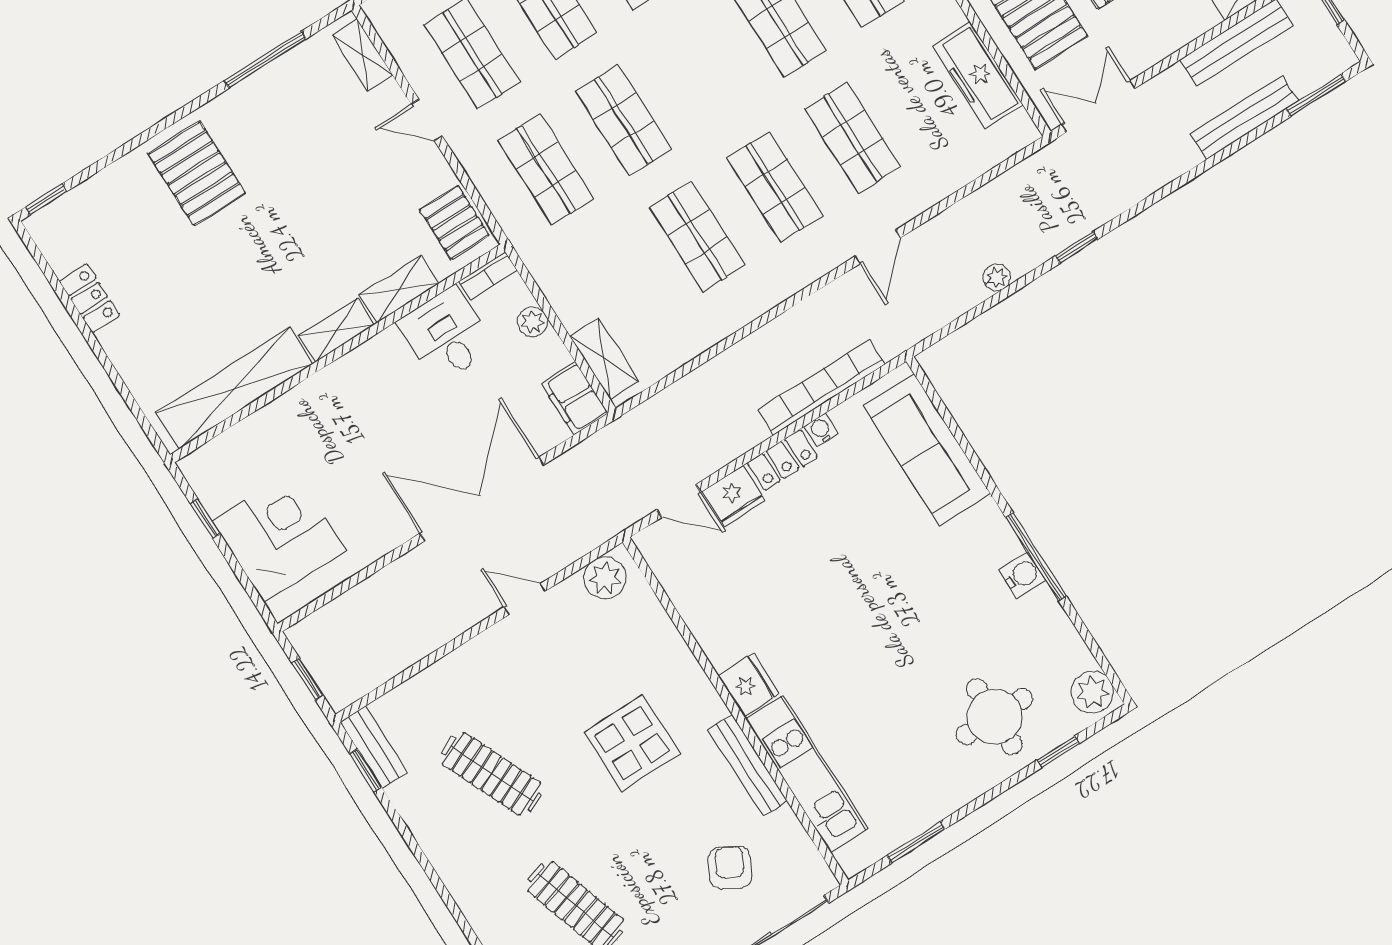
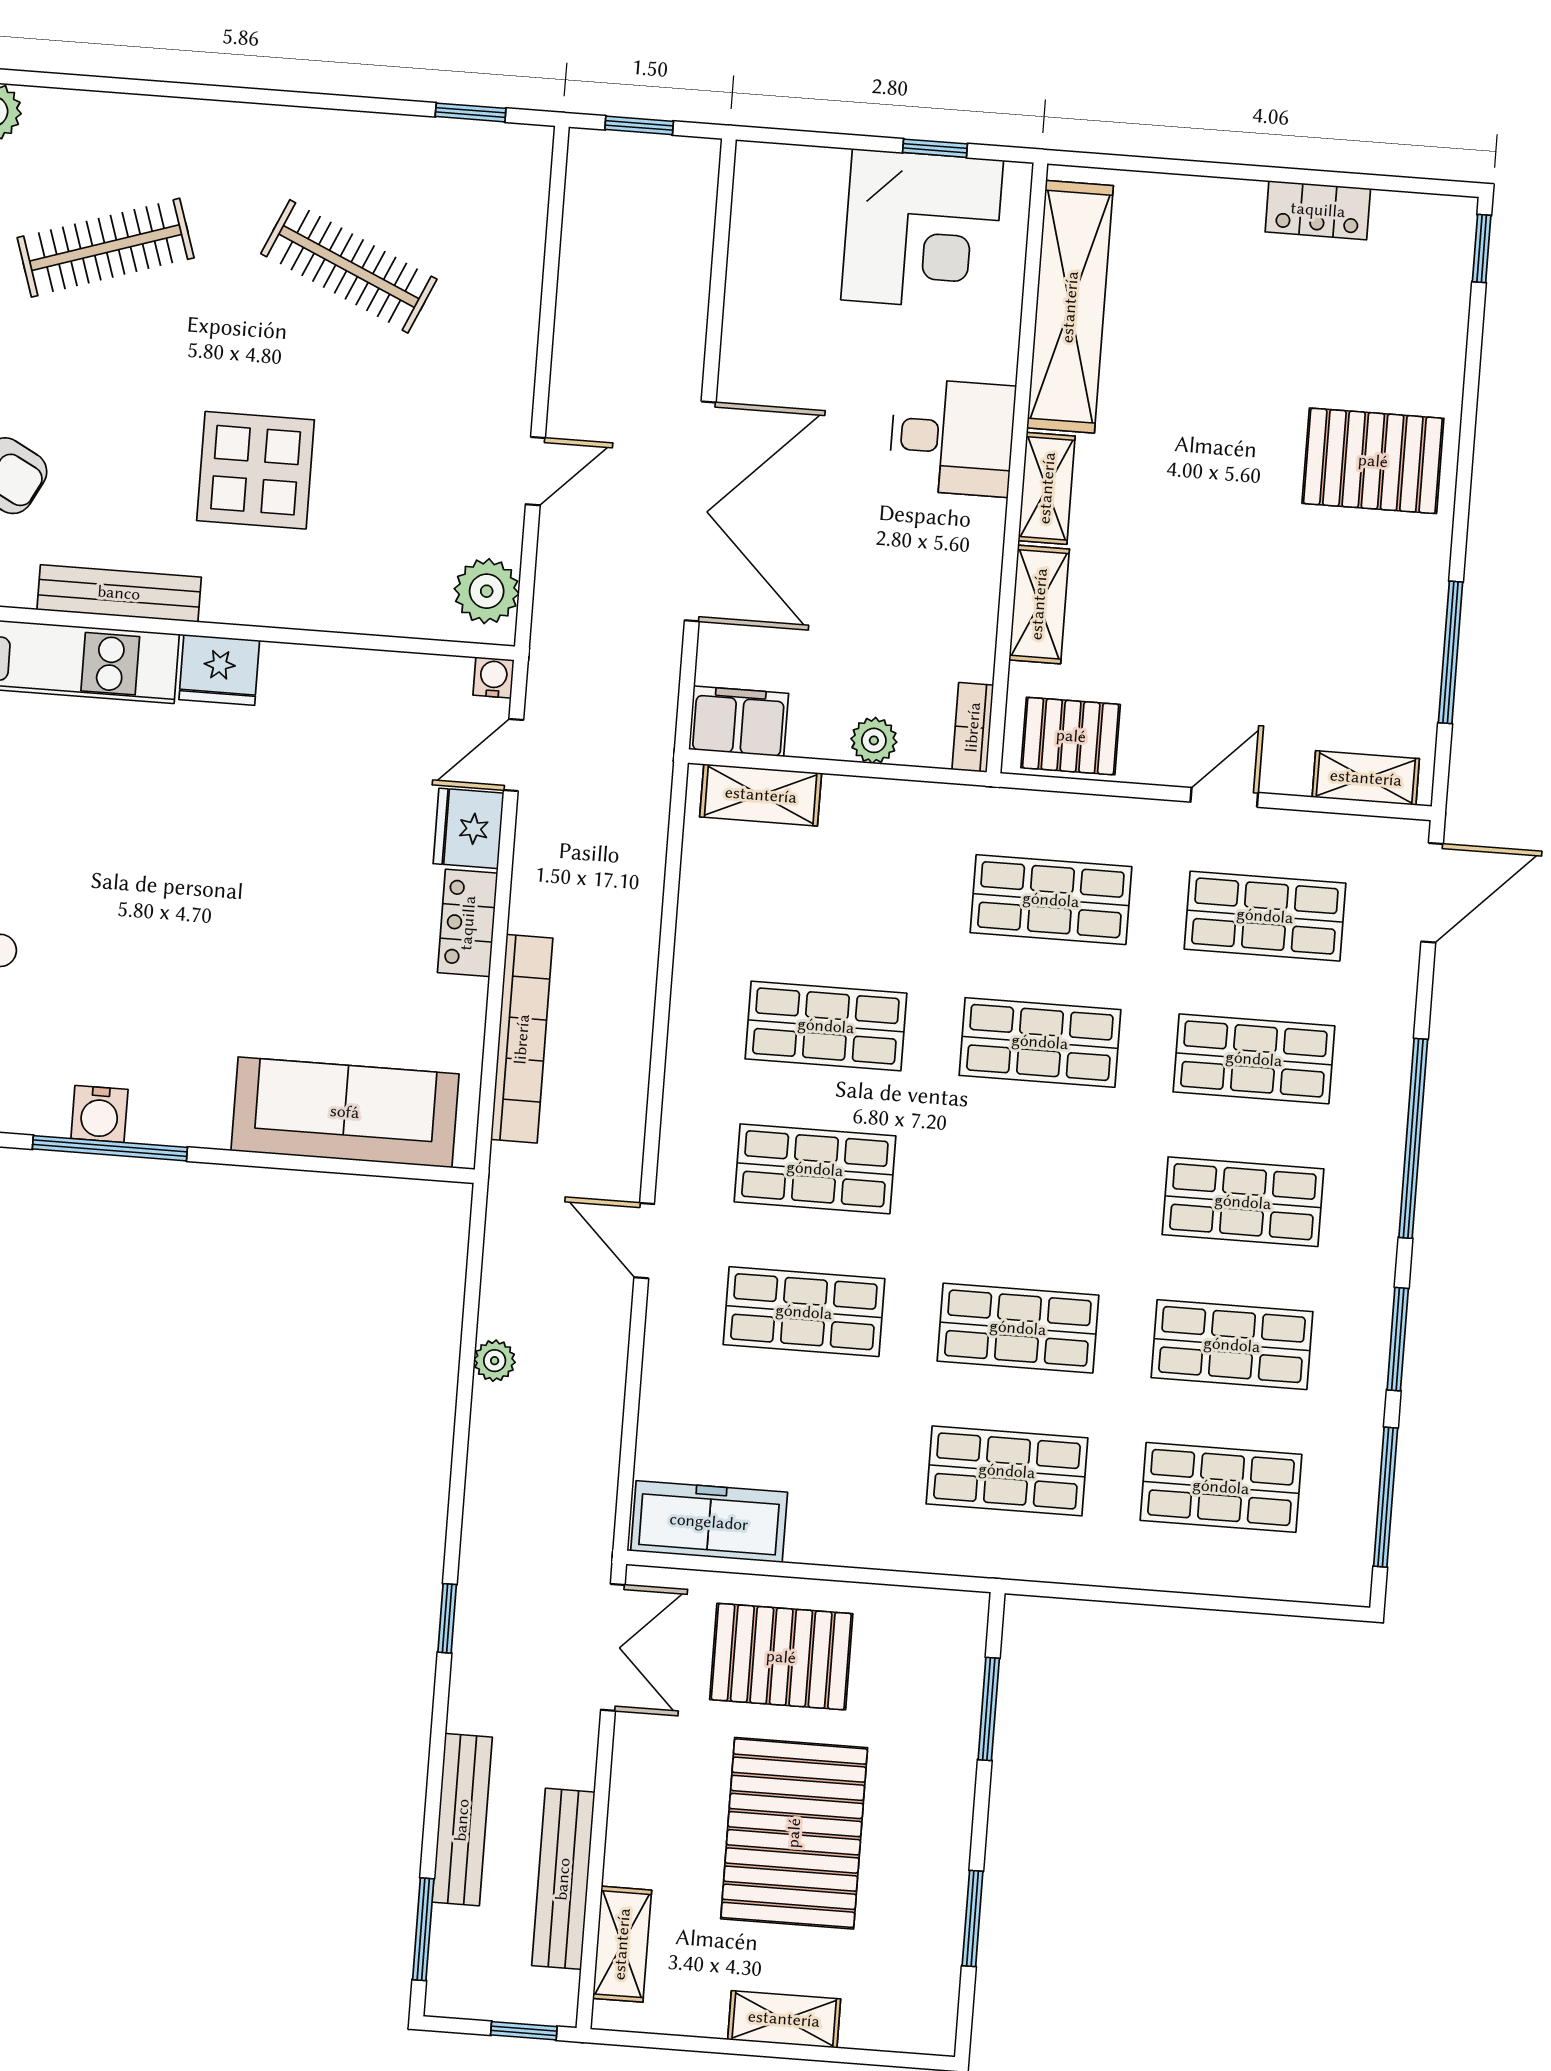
freezer: (978, 76) -> (709, 1522), moved
window: (1076, 248) -> (447, 1618), moved
desk: (446, 335) -> (952, 437), moved
water cooler: (821, 430) -> (494, 677), moved, turned -90
corner desk: (279, 536) -> (922, 230), moved
bench: (374, 747) -> (492, 144), removed
clothes rail: (492, 774) -> (349, 266), turned 48

